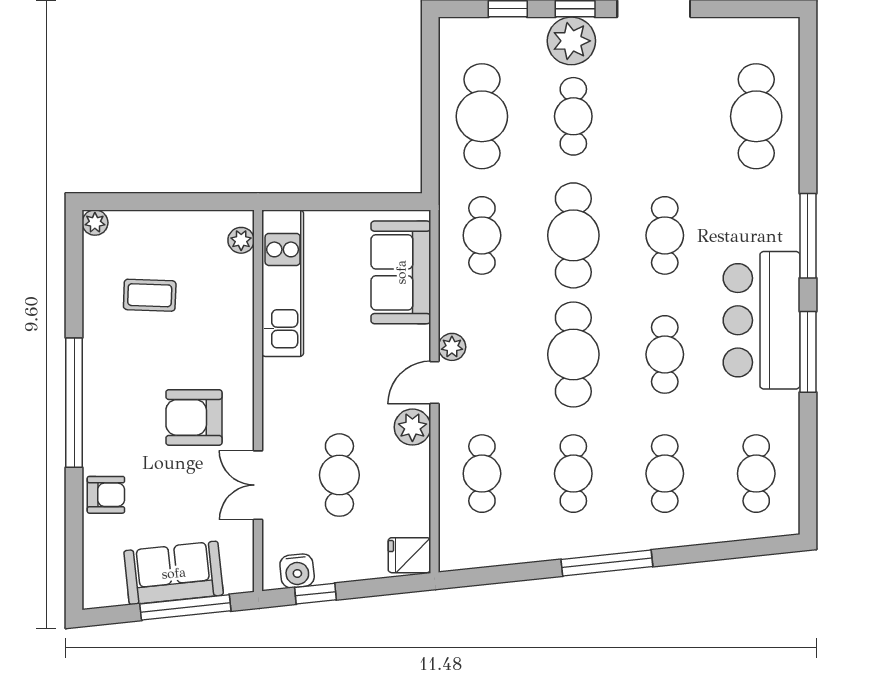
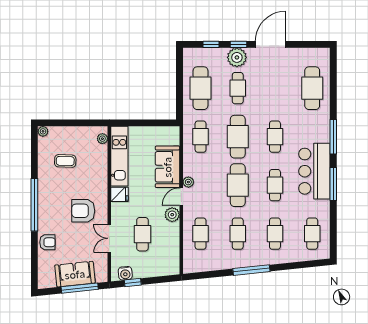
sofa: (401, 272) -> (167, 167), moved
fridge: (409, 555) -> (120, 194), moved, turned 180

